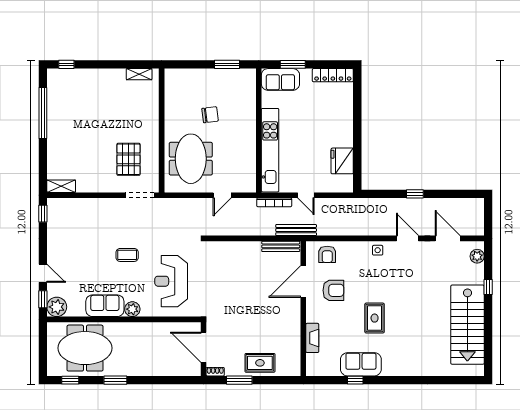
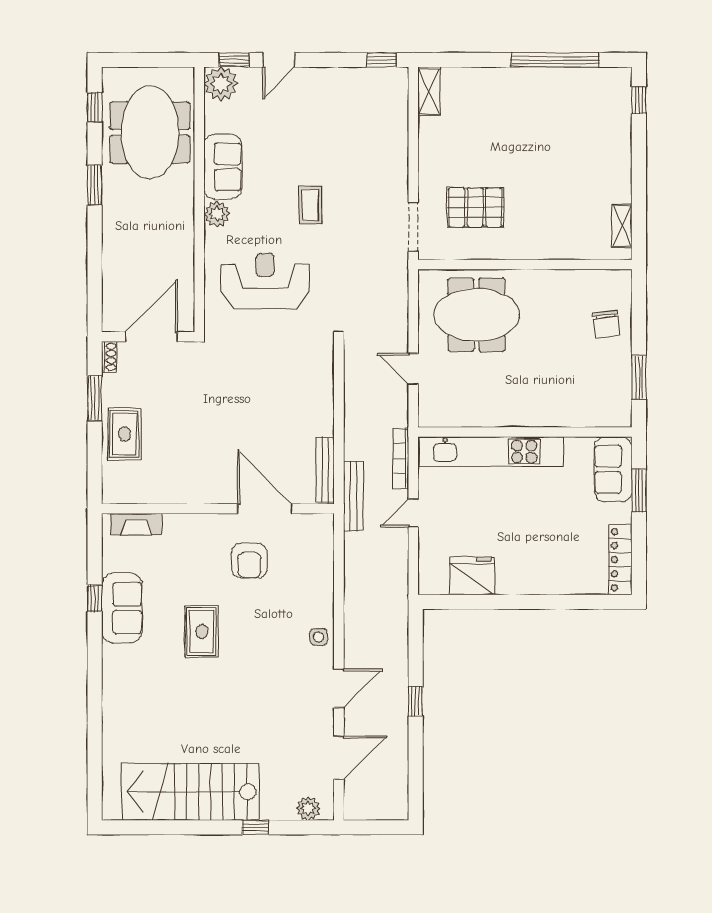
chair: (210, 115) -> (607, 324), moved
armchair: (327, 254) -> (311, 550), removed
rug: (375, 318) -> (202, 632), turned 90
fireplace: (312, 338) -> (136, 524), moved

